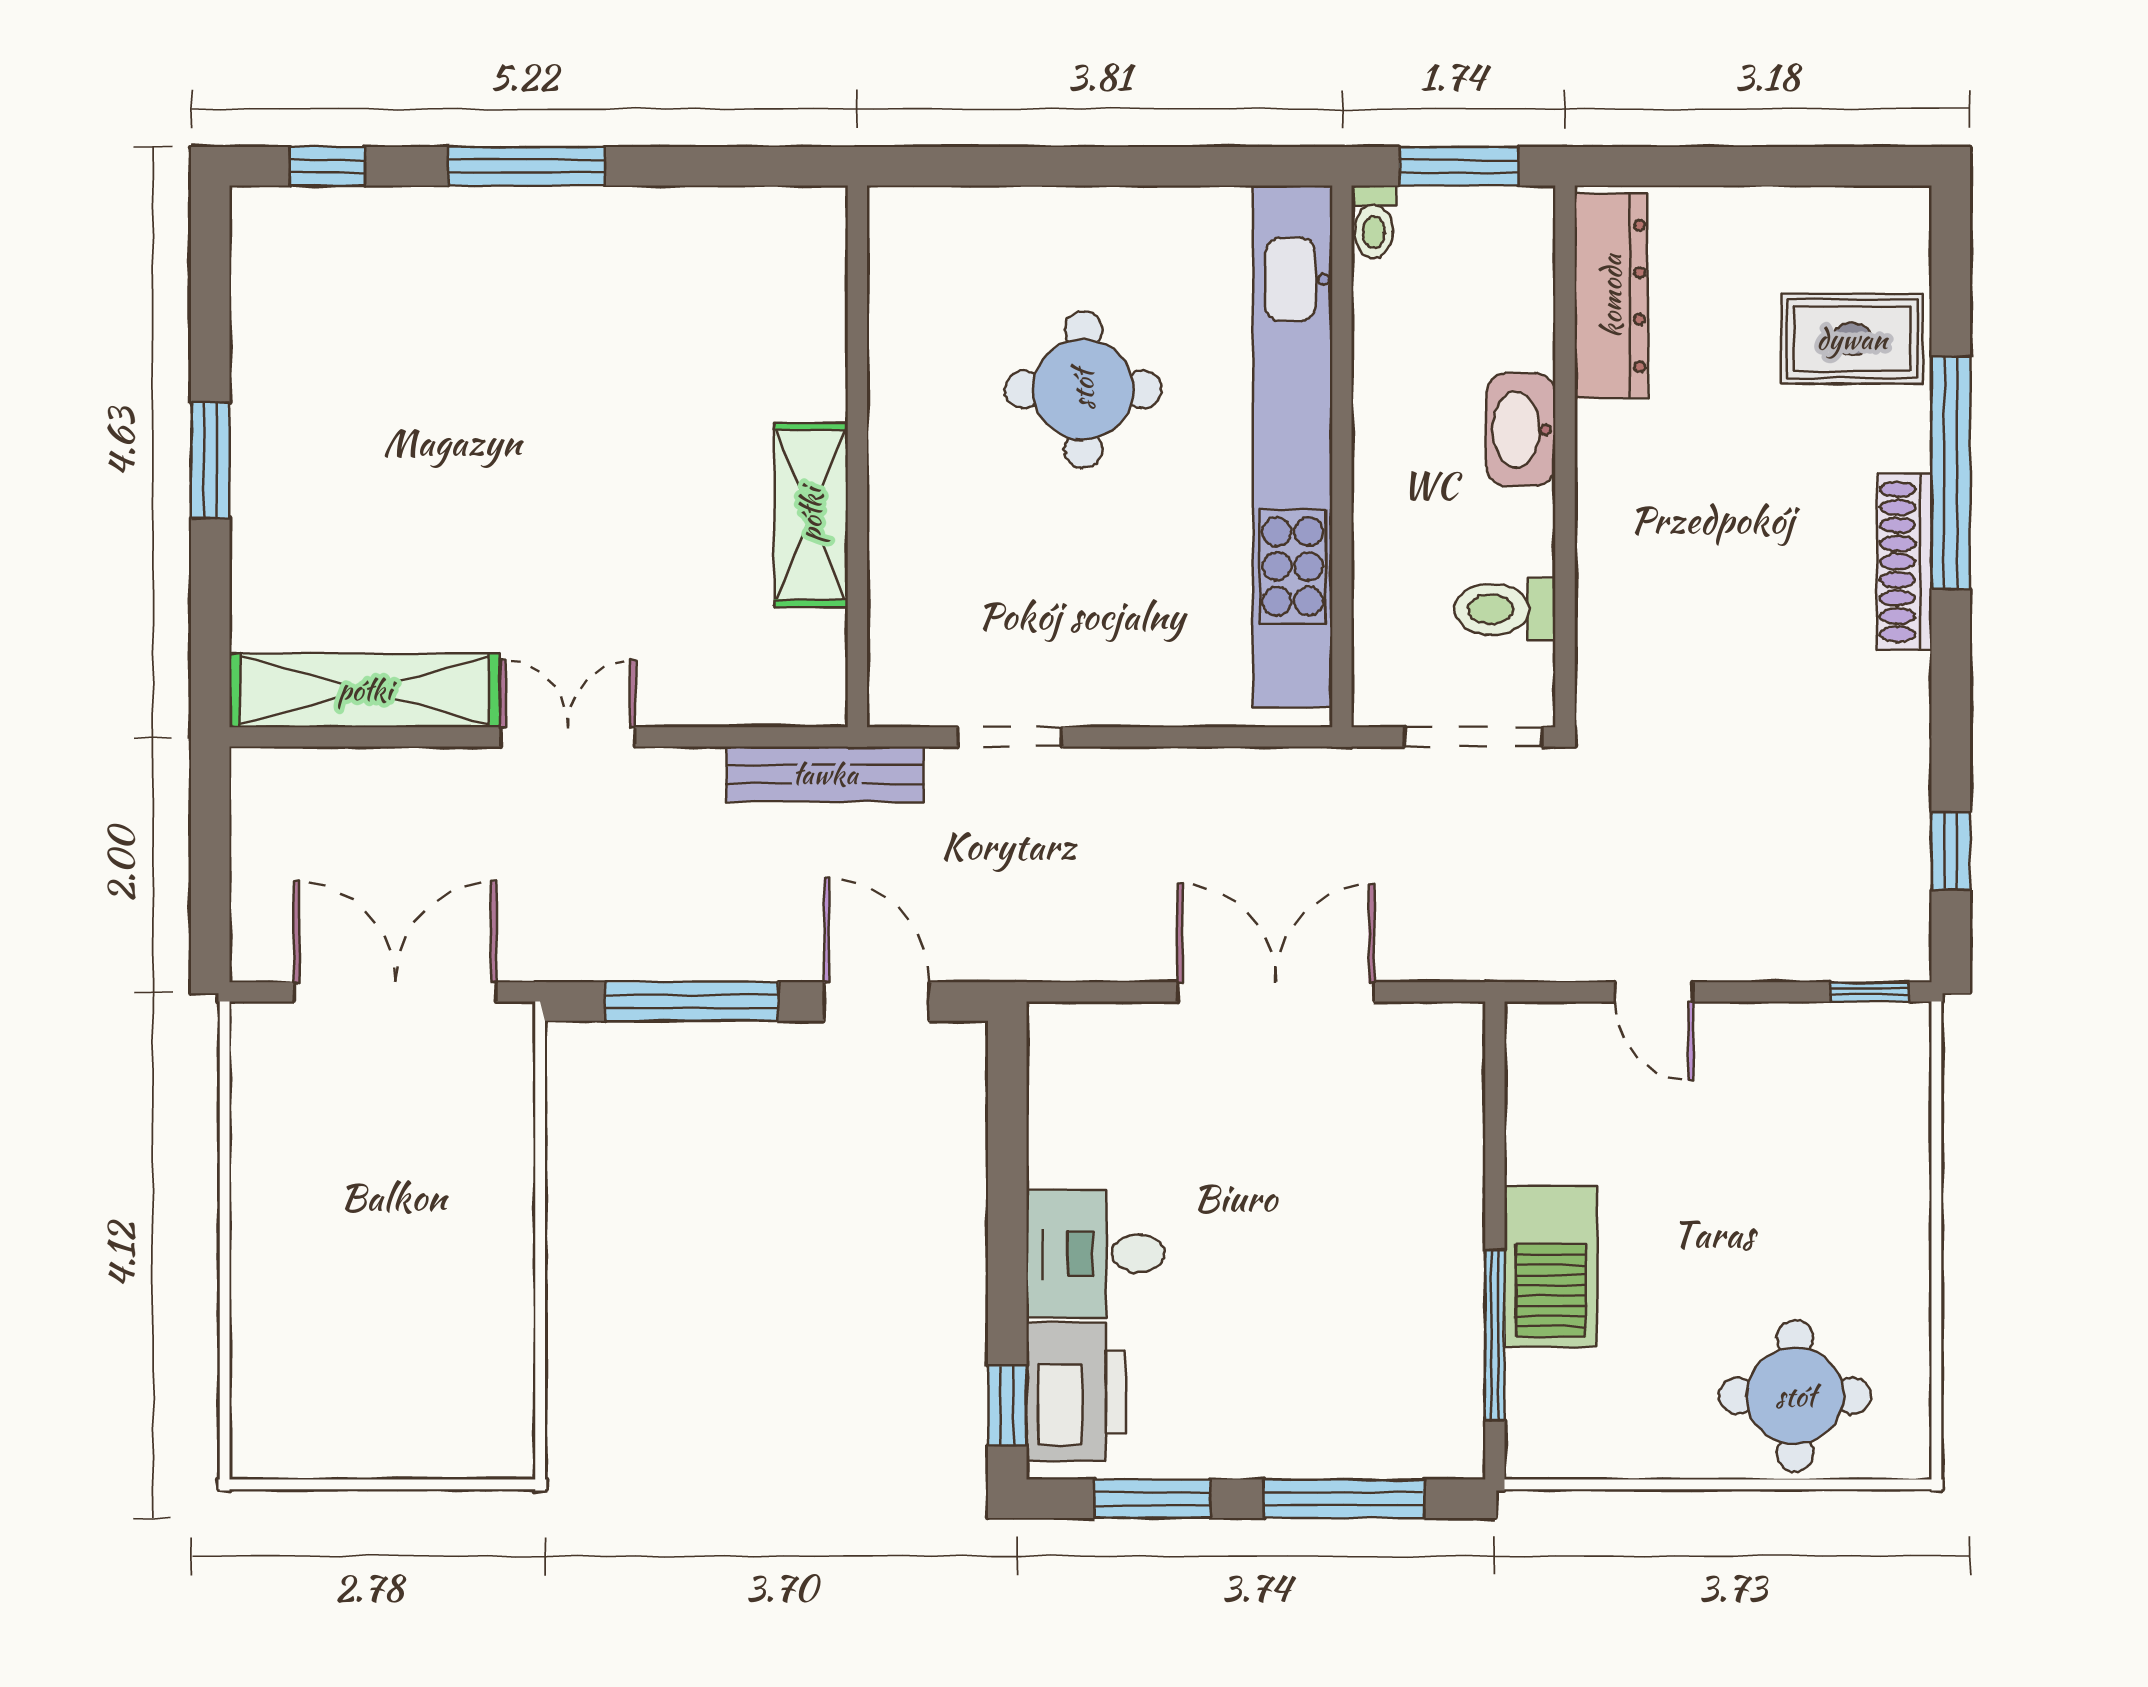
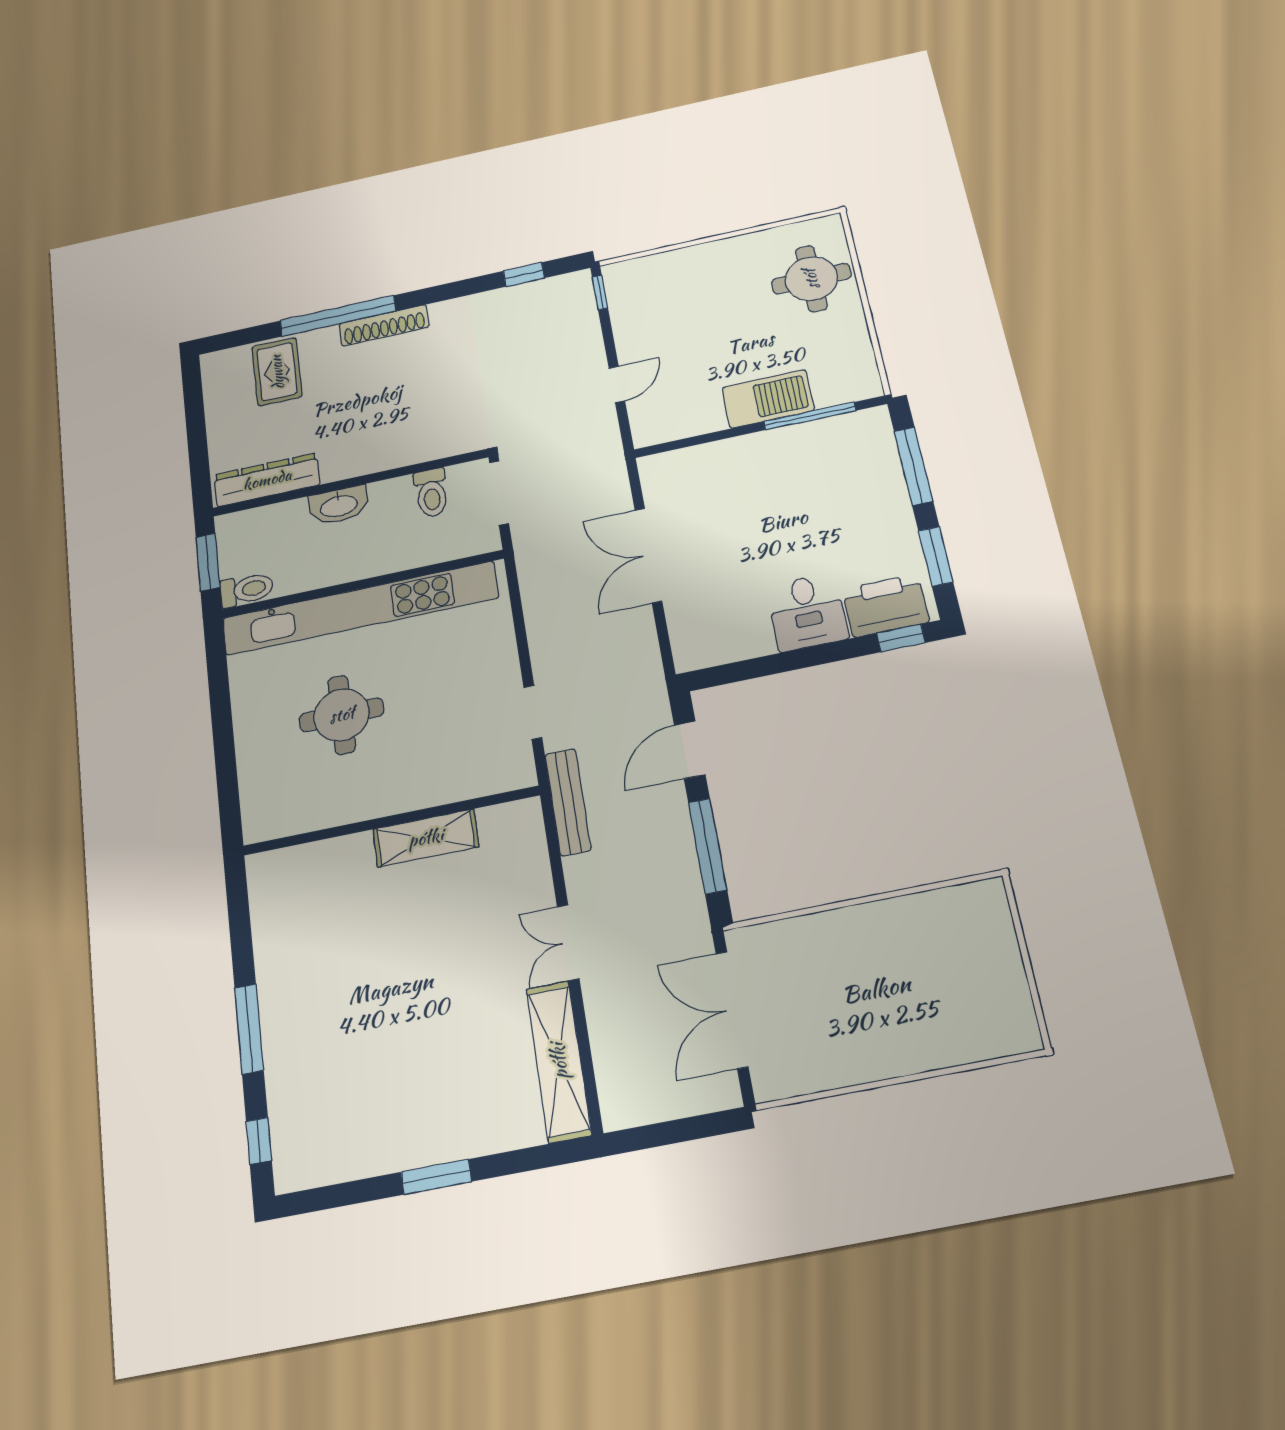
toilet: (1374, 222) -> (247, 590), width x1.37, depth x1.39

